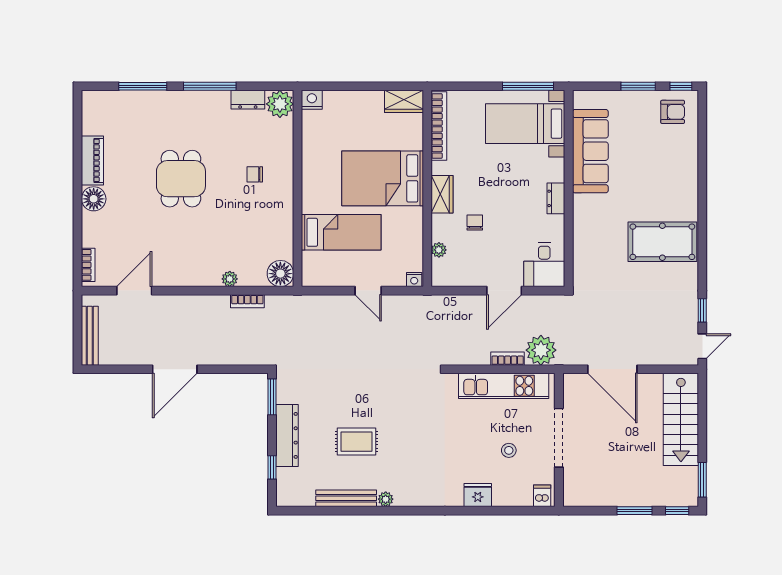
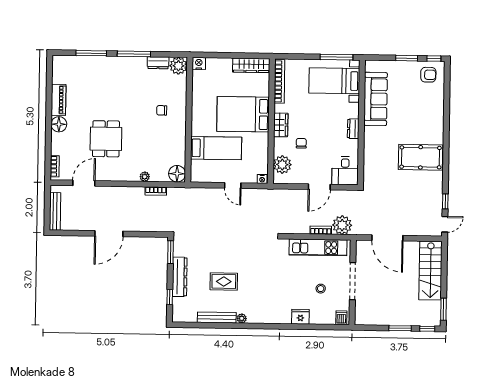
wardrobe: (404, 101) -> (251, 65), width x1.50
dining table: (181, 179) -> (106, 139), moved
plant: (439, 250) -> (282, 165), width x1.88, depth x1.88

